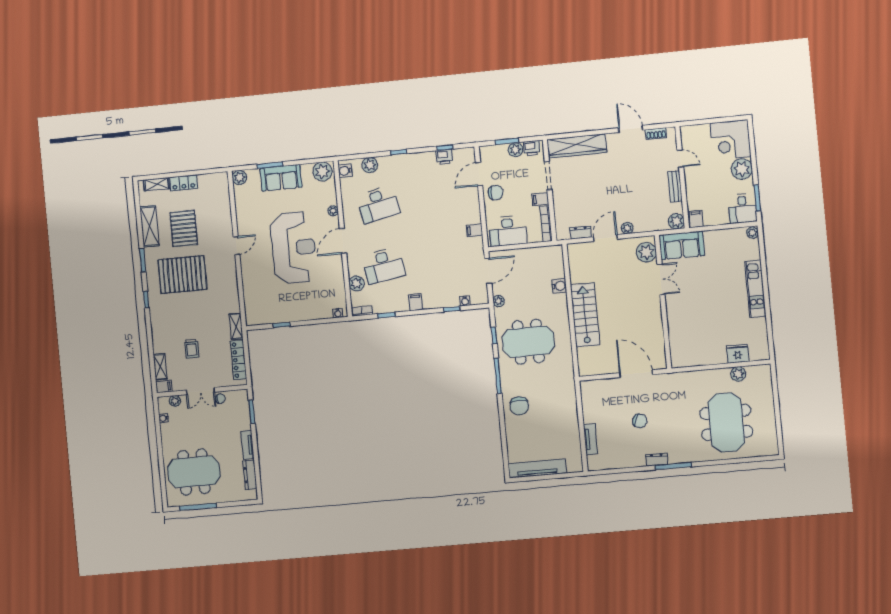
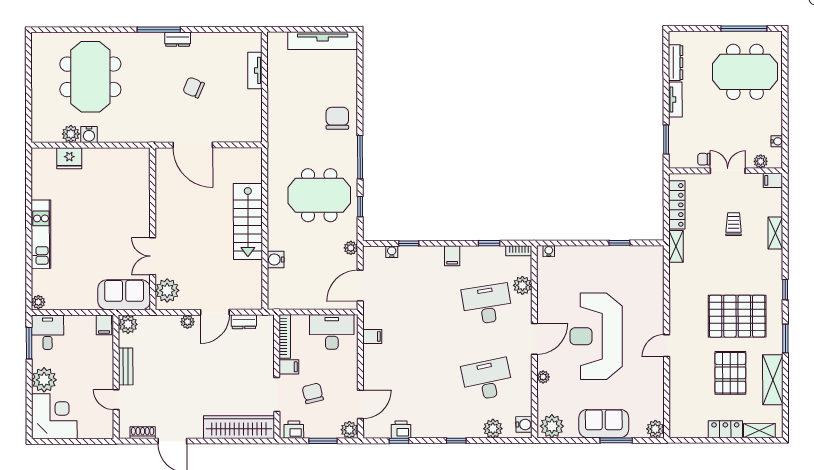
plant: (516, 150) -> (349, 430), moved
chair: (496, 193) -> (313, 393), moved, turned 75
shelving: (160, 367) -> (775, 233), moved
water cooler: (723, 375) -> (89, 135), added

